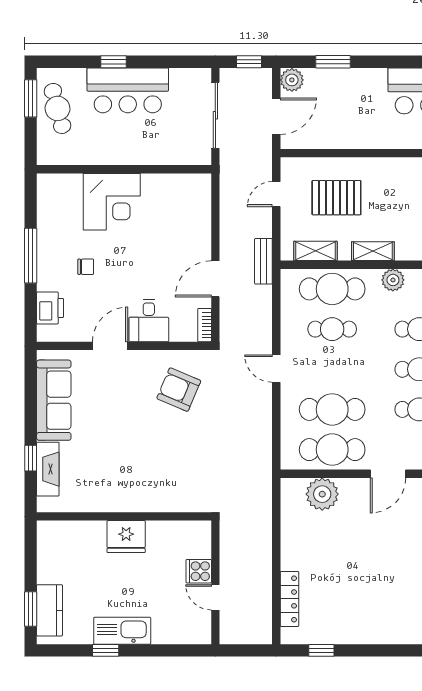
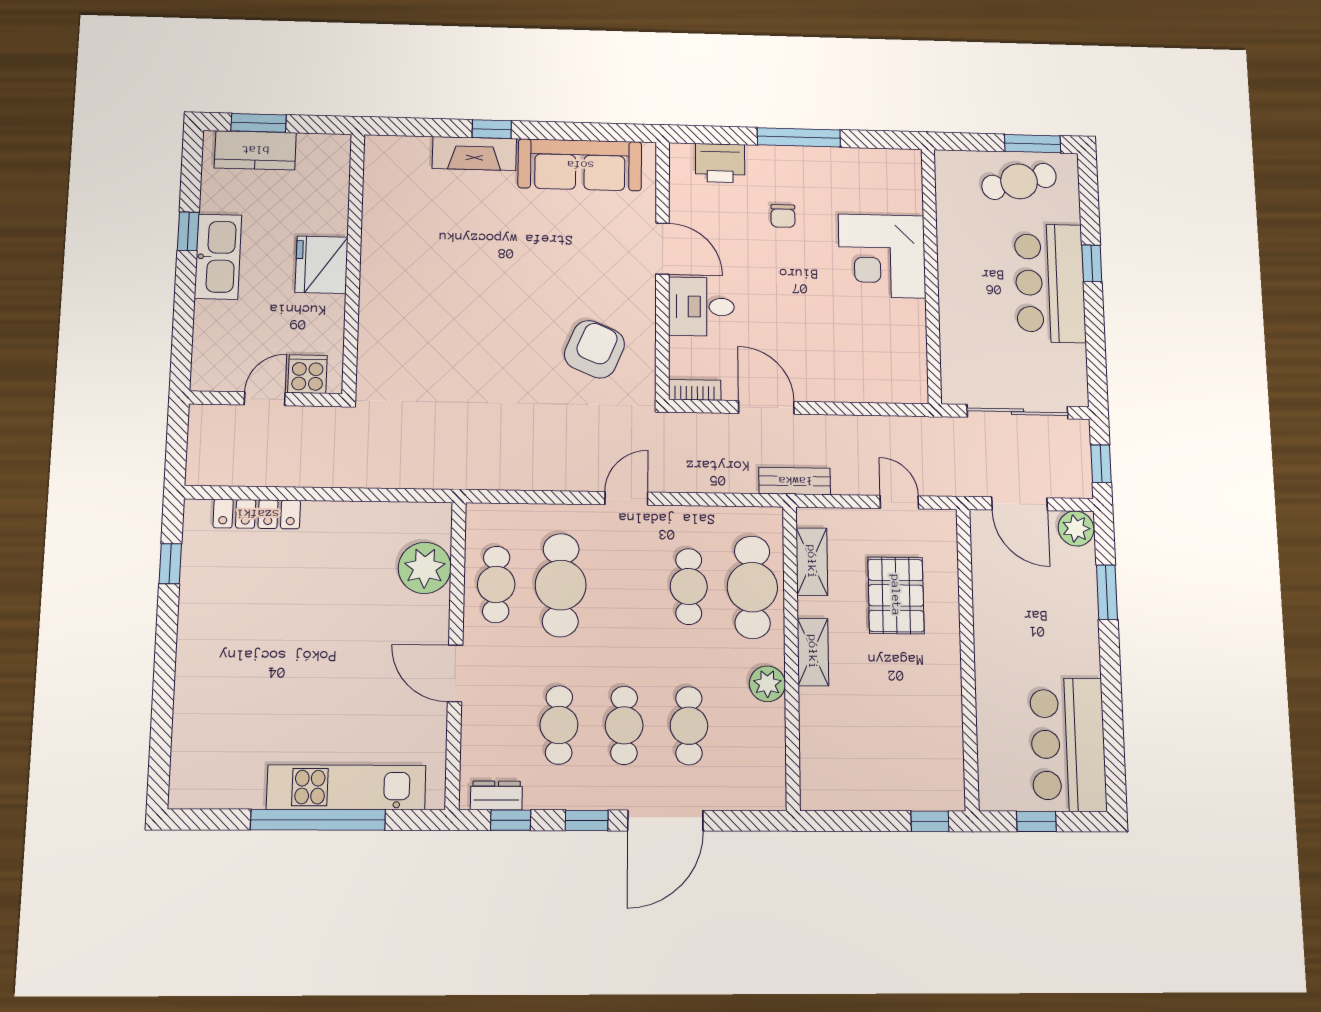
cafe table: (332, 450) -> (496, 584), width x0.73, depth x0.74
wall: (124, 516) -> (353, 262), moved
fridge: (126, 537) -> (322, 265), moved

